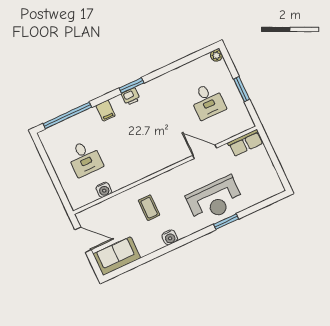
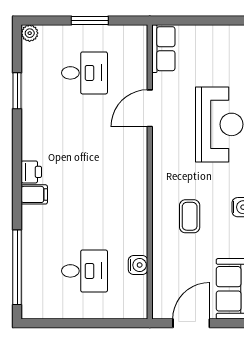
window: (131, 86) -> (17, 91), moved
filing cabinet: (106, 111) -> (34, 194), moved
coffee table: (149, 208) -> (190, 216), turned 90

